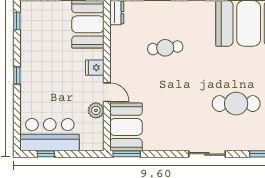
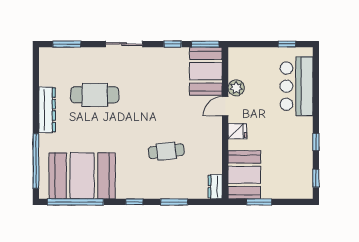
window: (17, 75) -> (316, 142), moved
door: (107, 92) -> (225, 106), hinge flipped
bar counter: (50, 135) -> (297, 86), moved, turned 90
window: (159, 154) -> (173, 44), added

